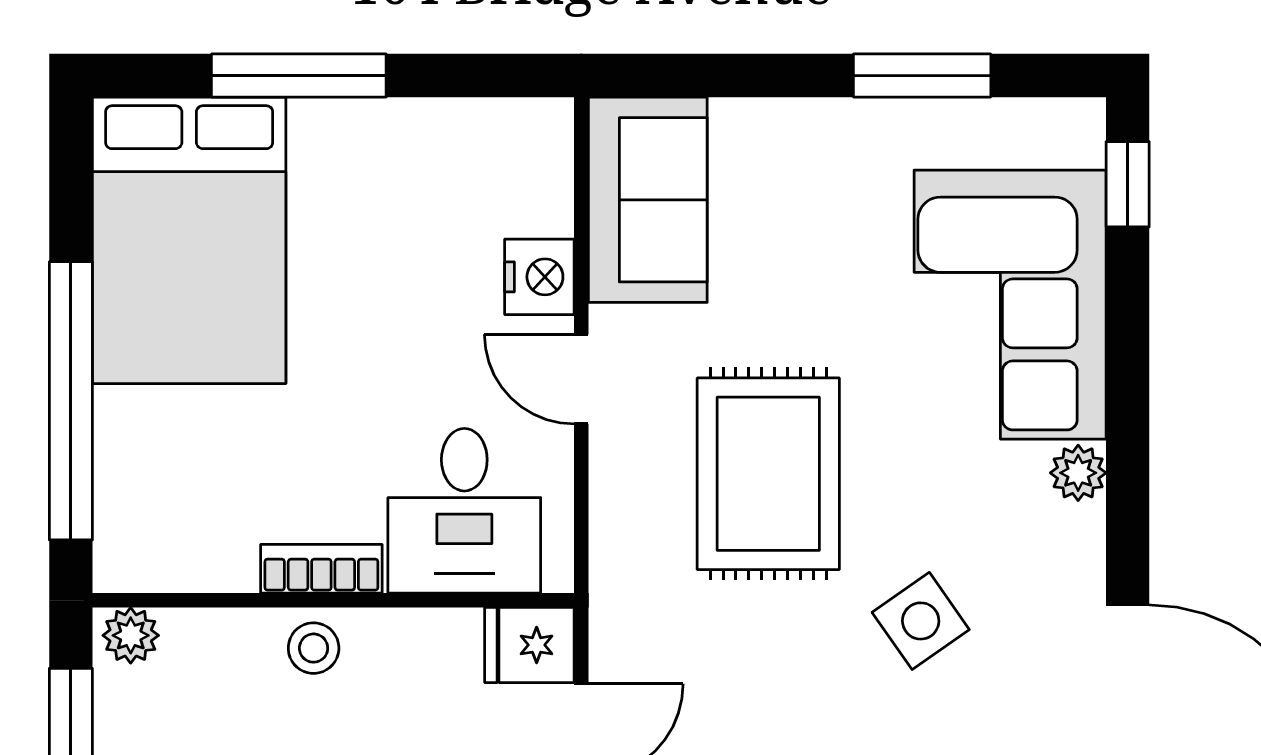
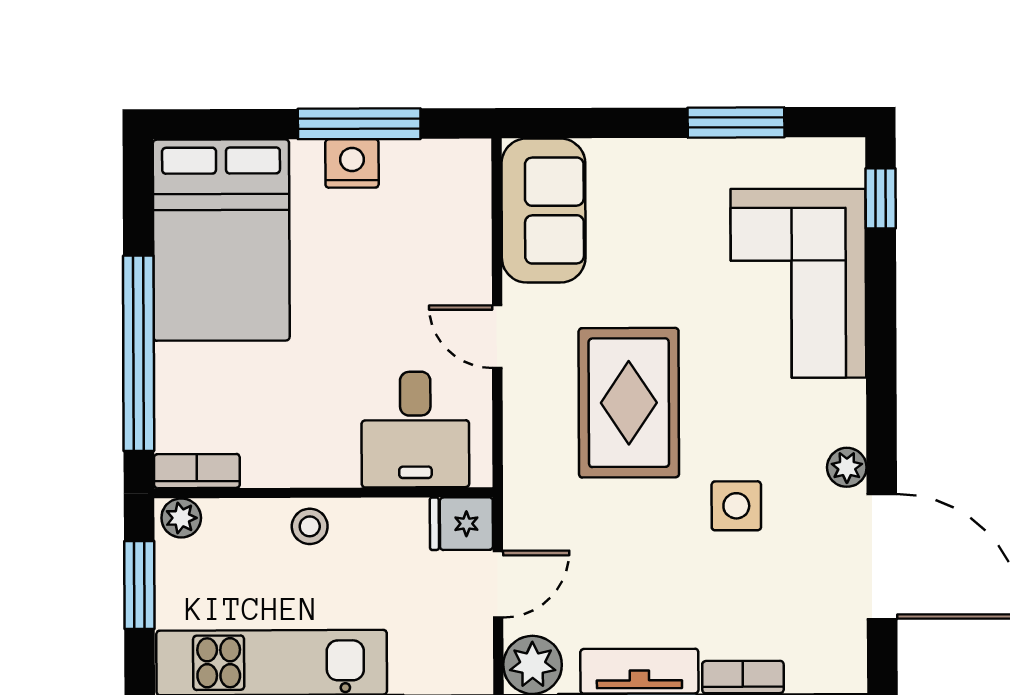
window: (299, 76) -> (359, 124), moved
nightstand: (539, 277) -> (352, 163), moved, turned -90
plant: (1078, 473) -> (847, 467), moved
bookcase: (321, 569) -> (197, 471), moved
side table: (921, 621) -> (736, 506), turned 35

